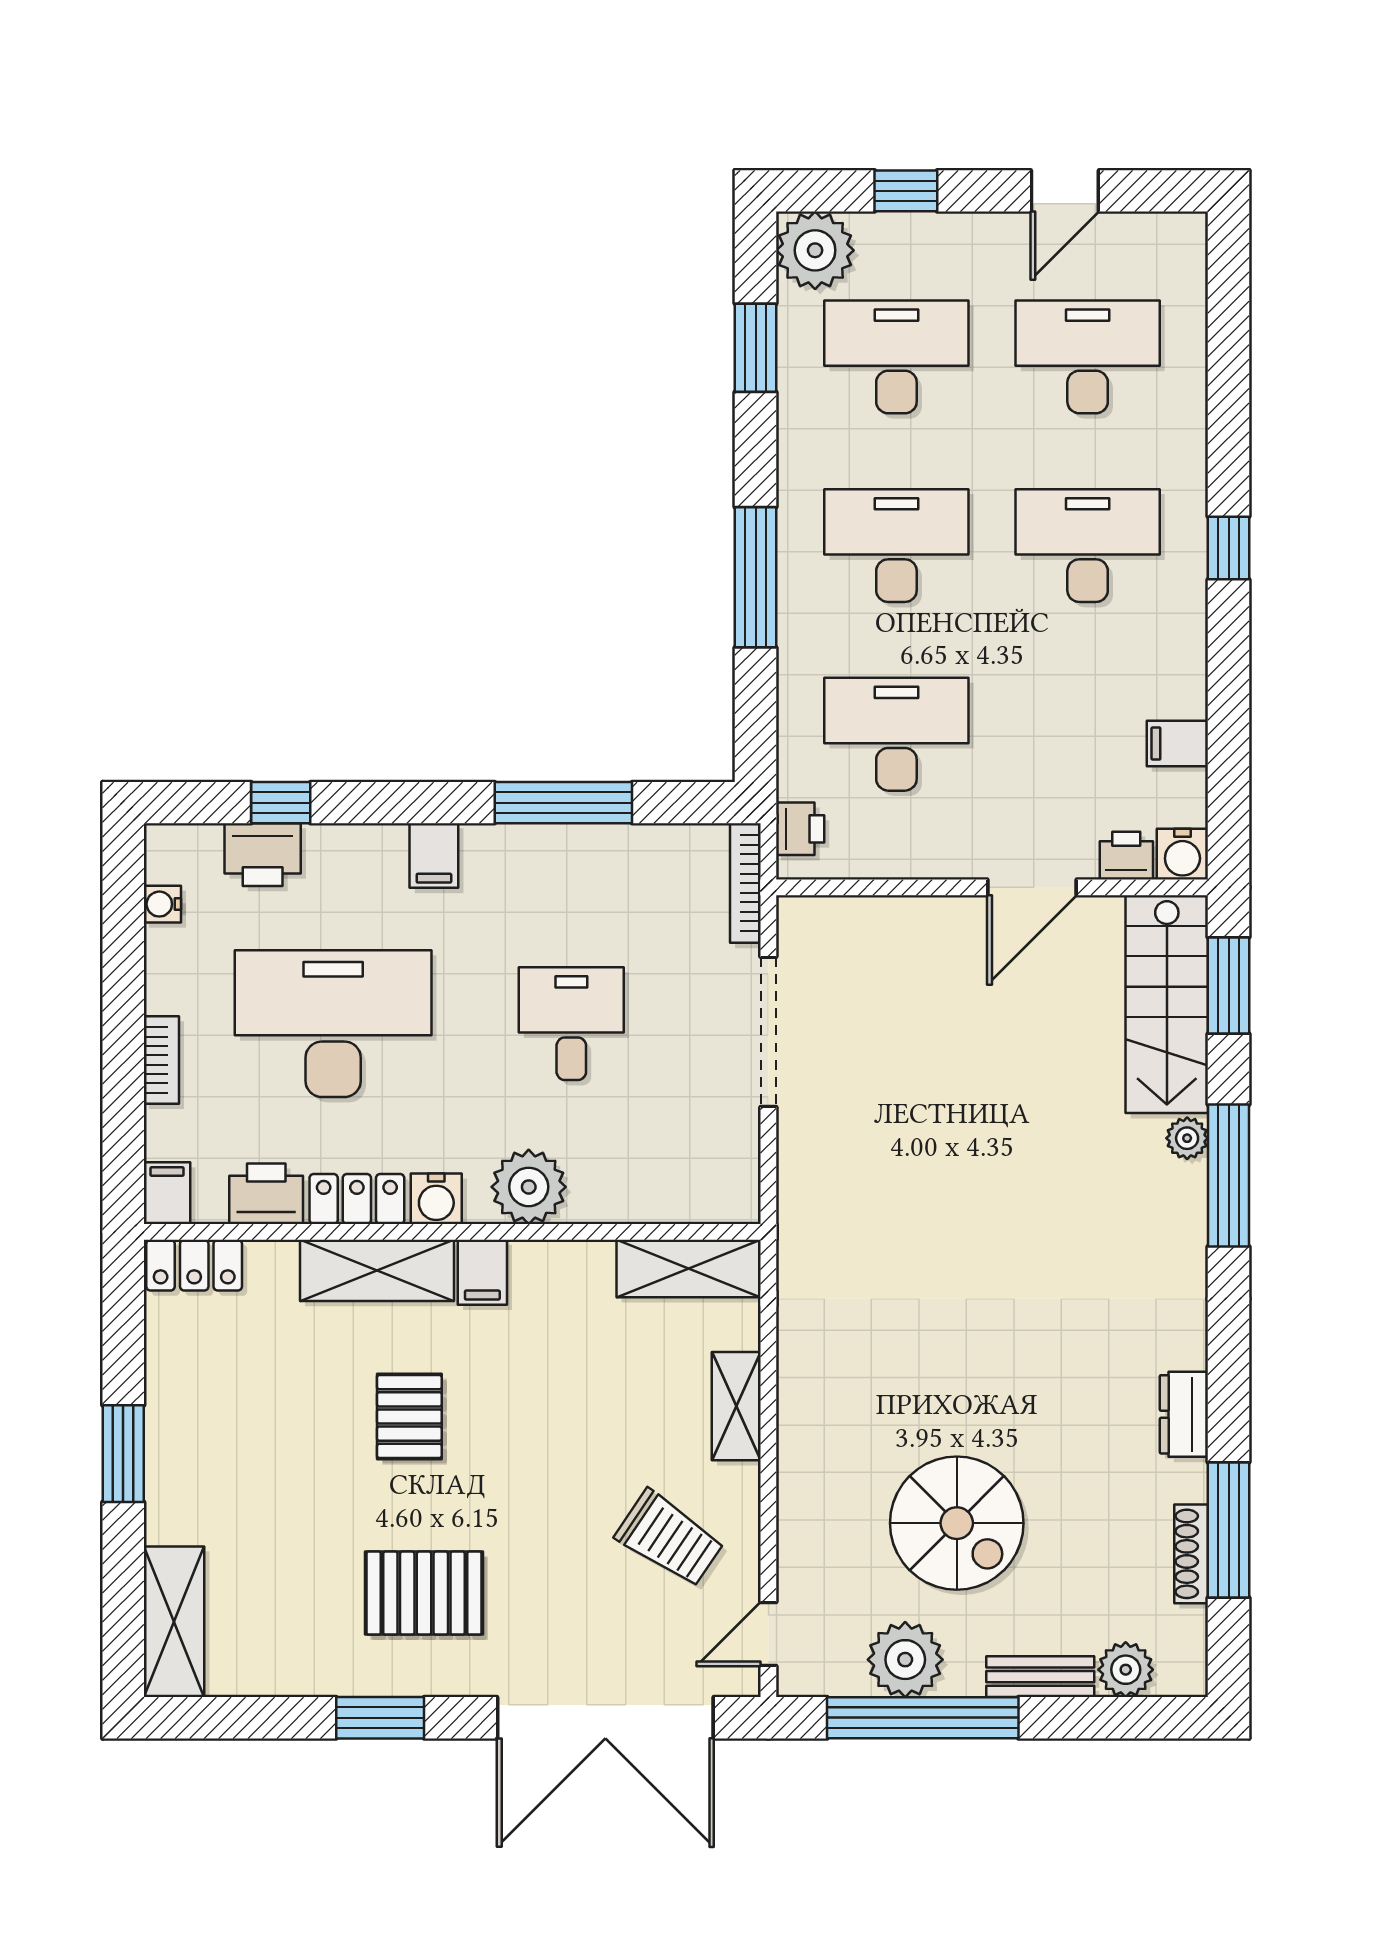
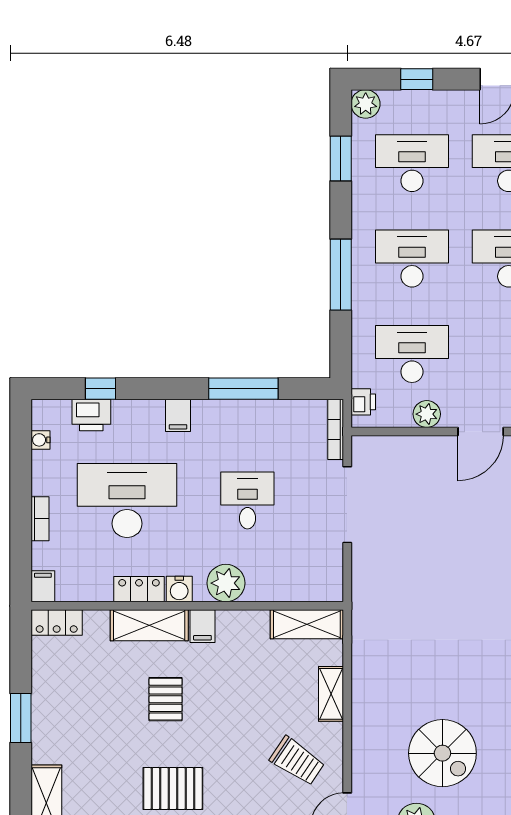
plant: (815, 250) -> (366, 104), width x0.73, depth x0.73
plant: (926, 853) -> (427, 414), added
printer: (266, 1194) -> (93, 587), removed

